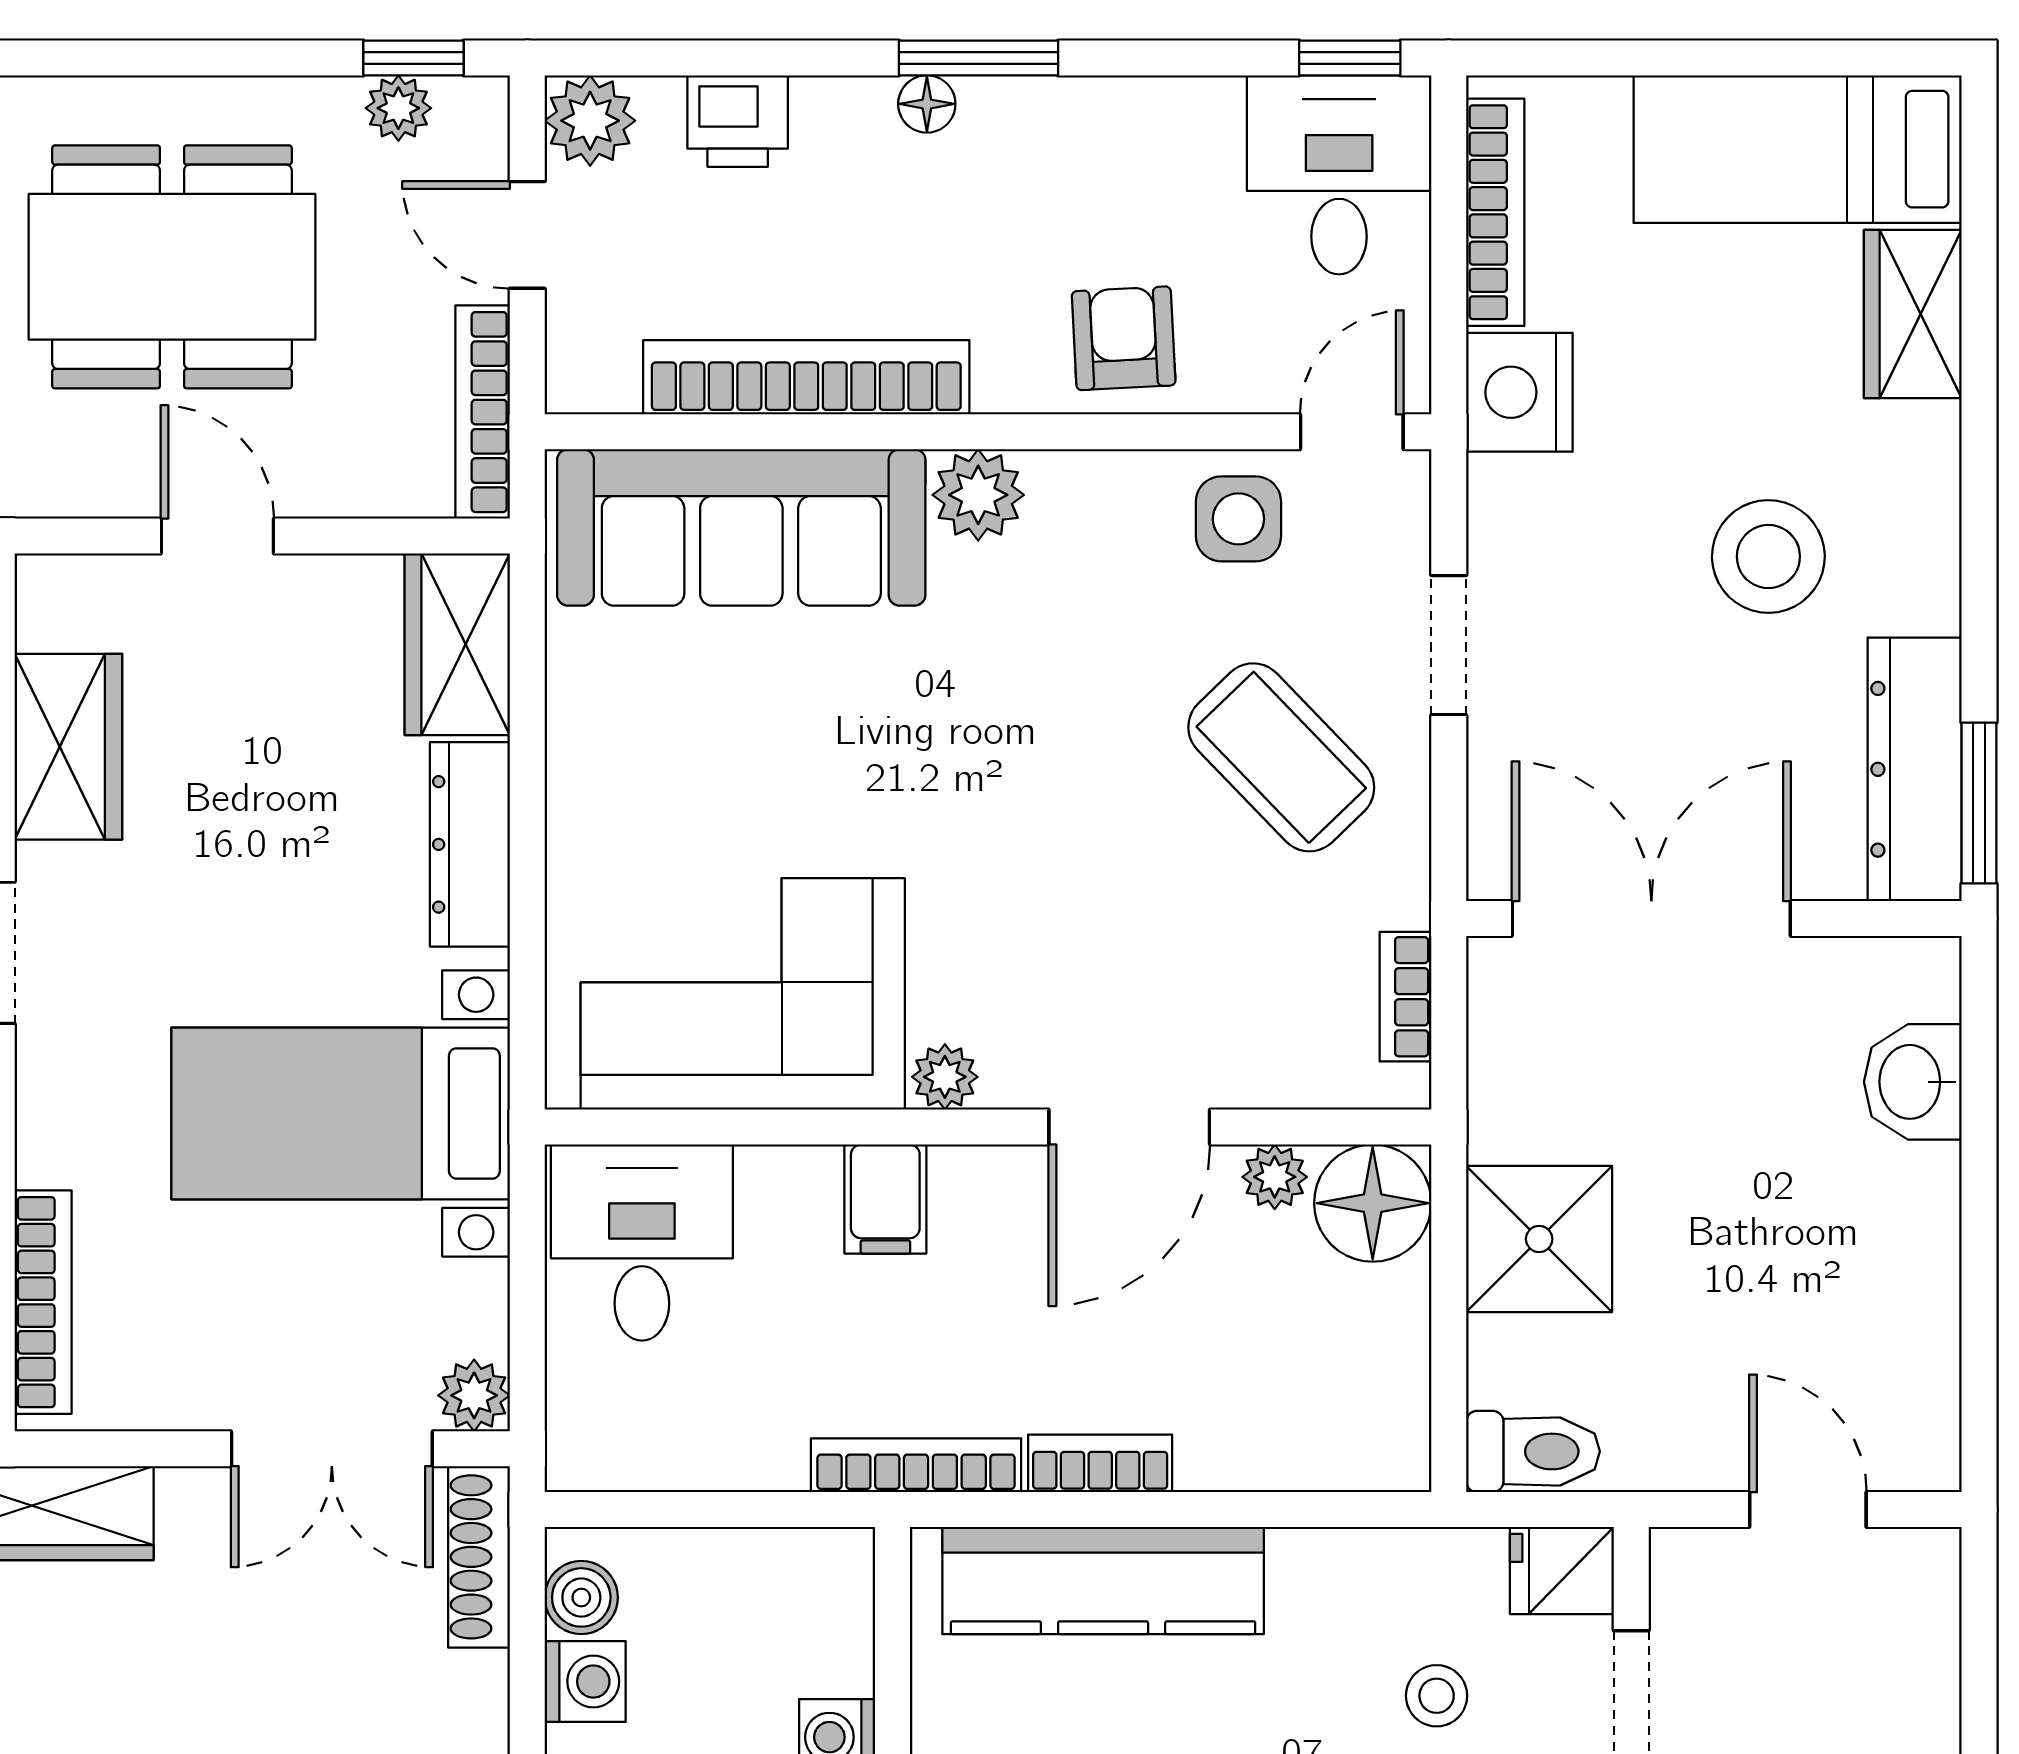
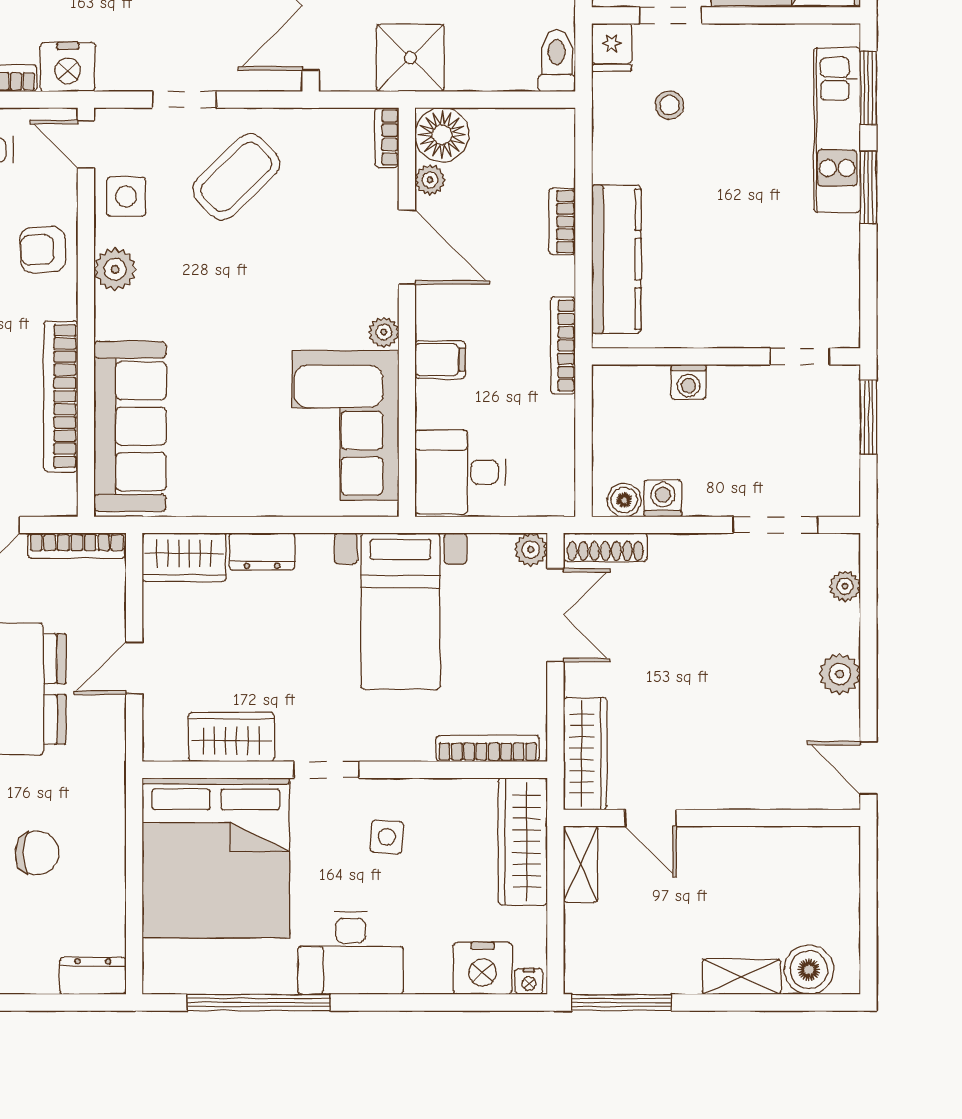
plant: (978, 495) -> (115, 269), moved
dresser: (470, 844) -> (262, 551), width x0.70
bookcase: (1405, 997) -> (387, 137), moved, turned 90
shower: (1539, 1239) -> (410, 58), moved
bookcase: (1100, 1463) -> (562, 222), moved

